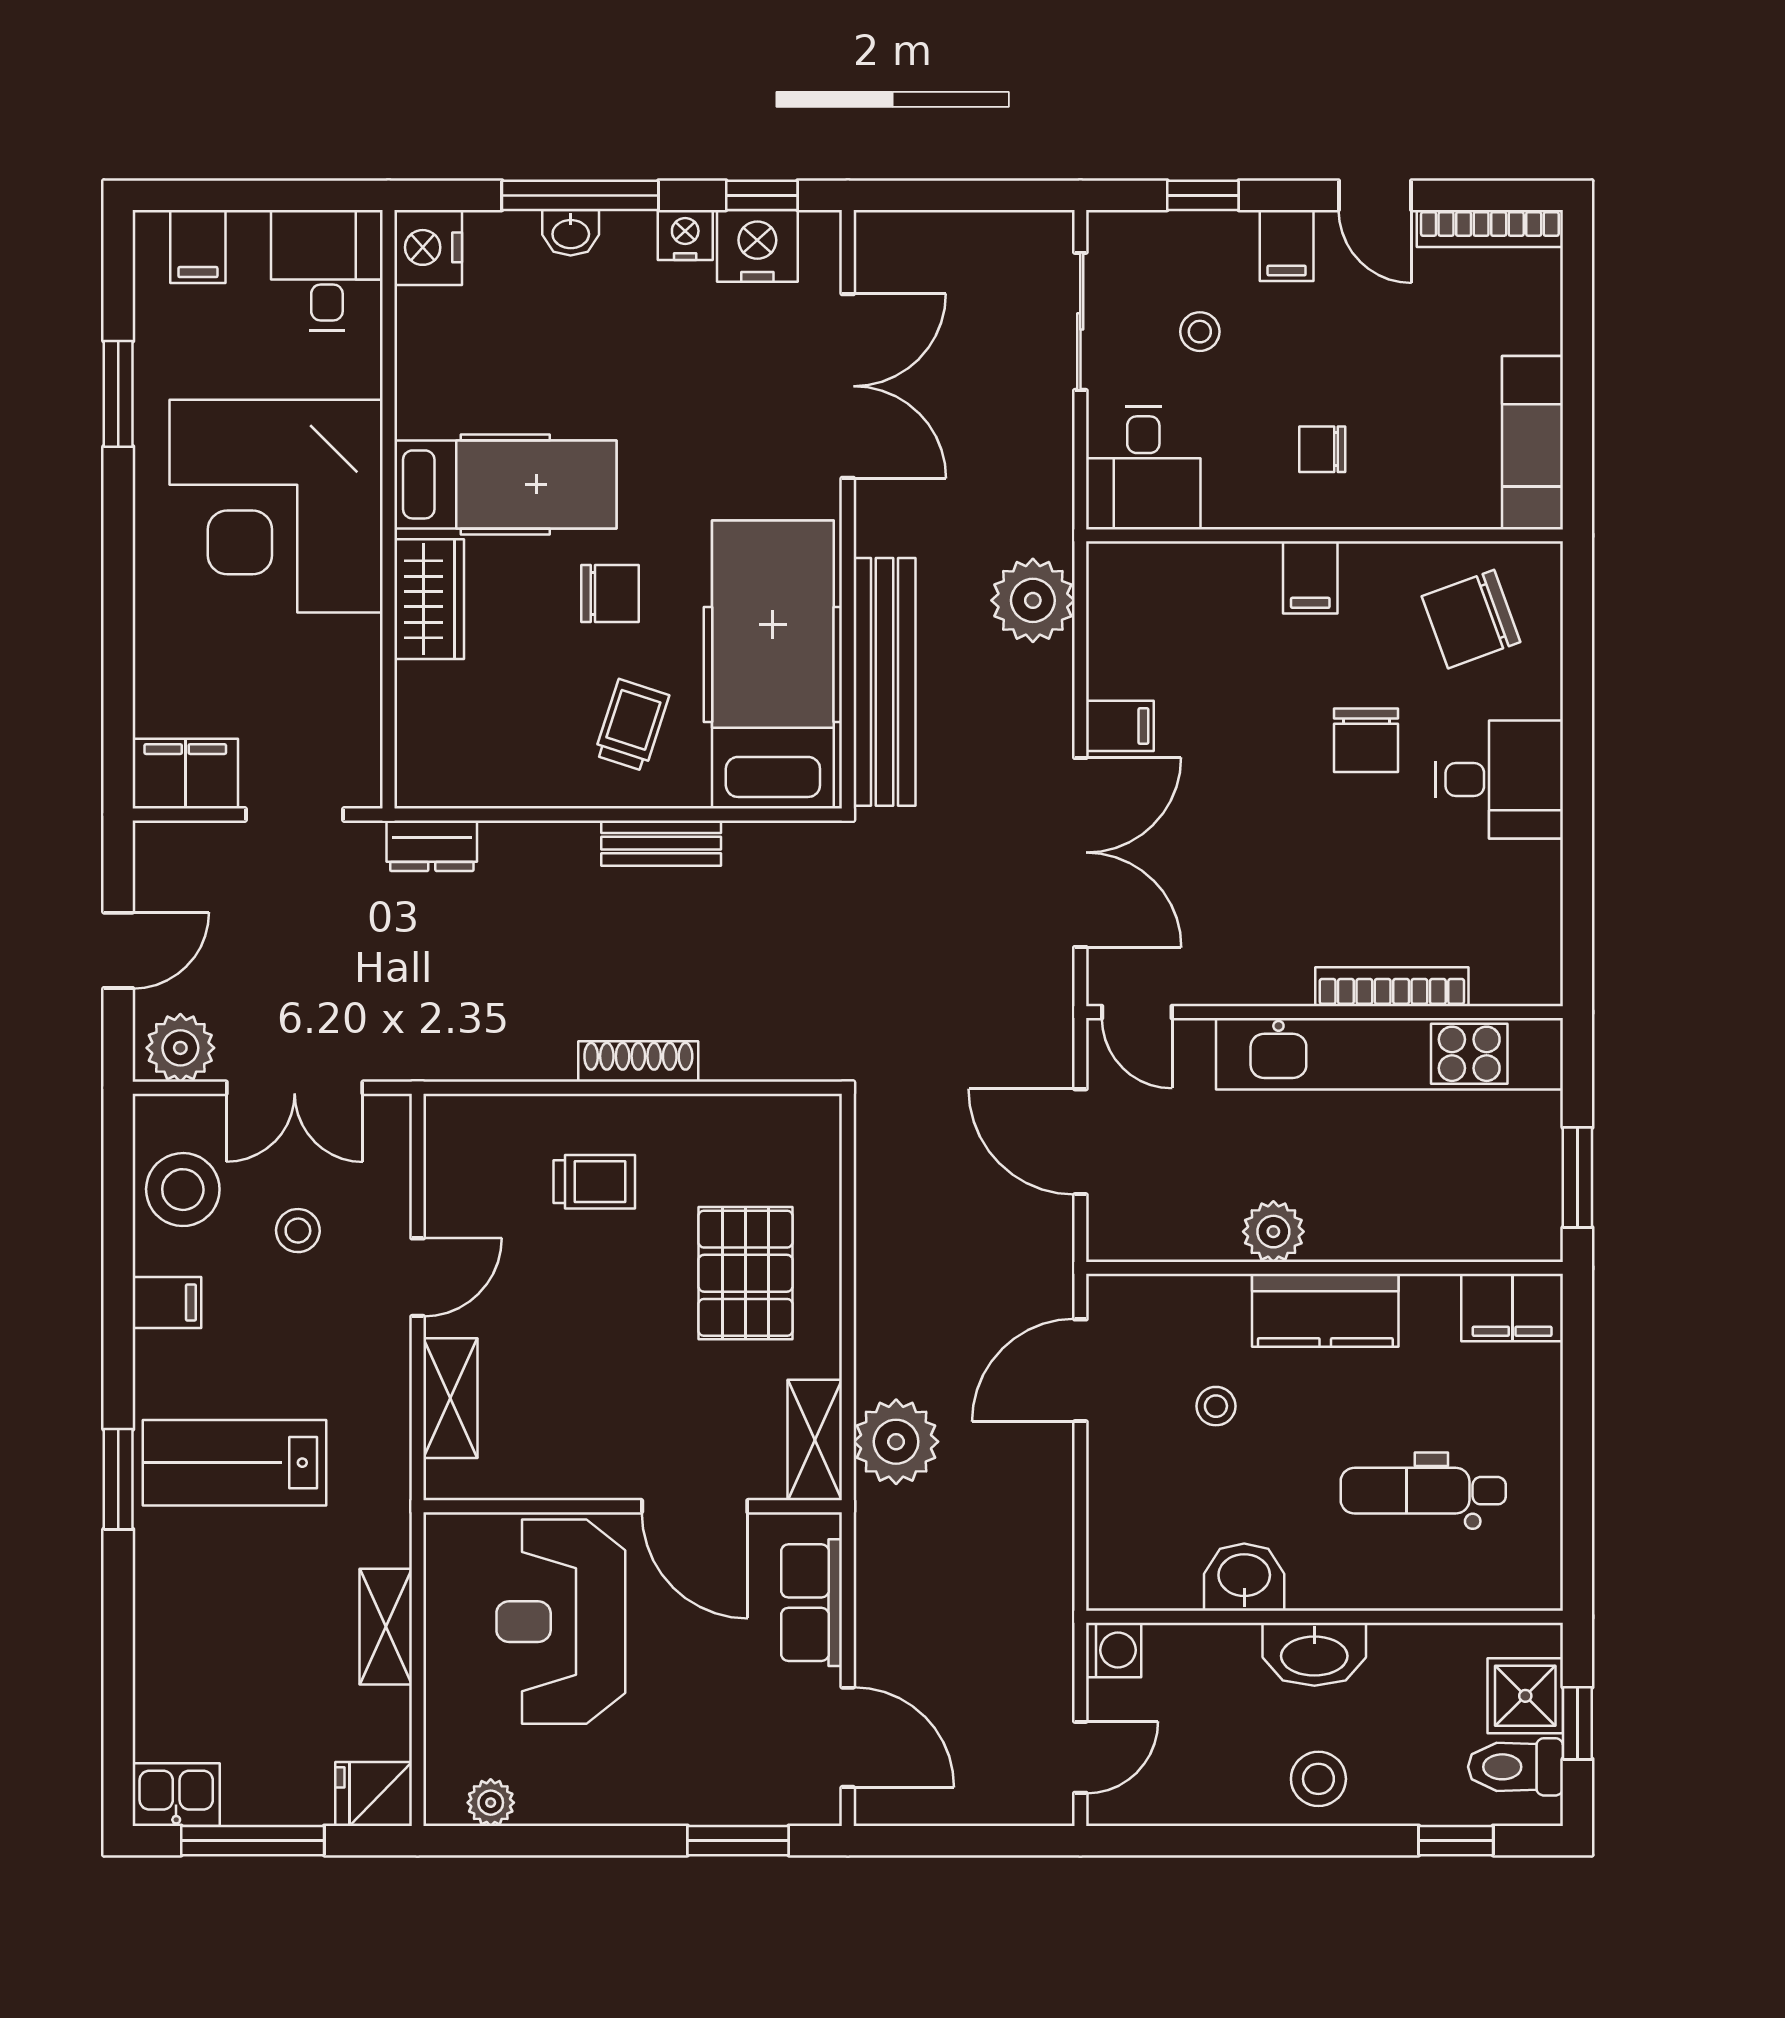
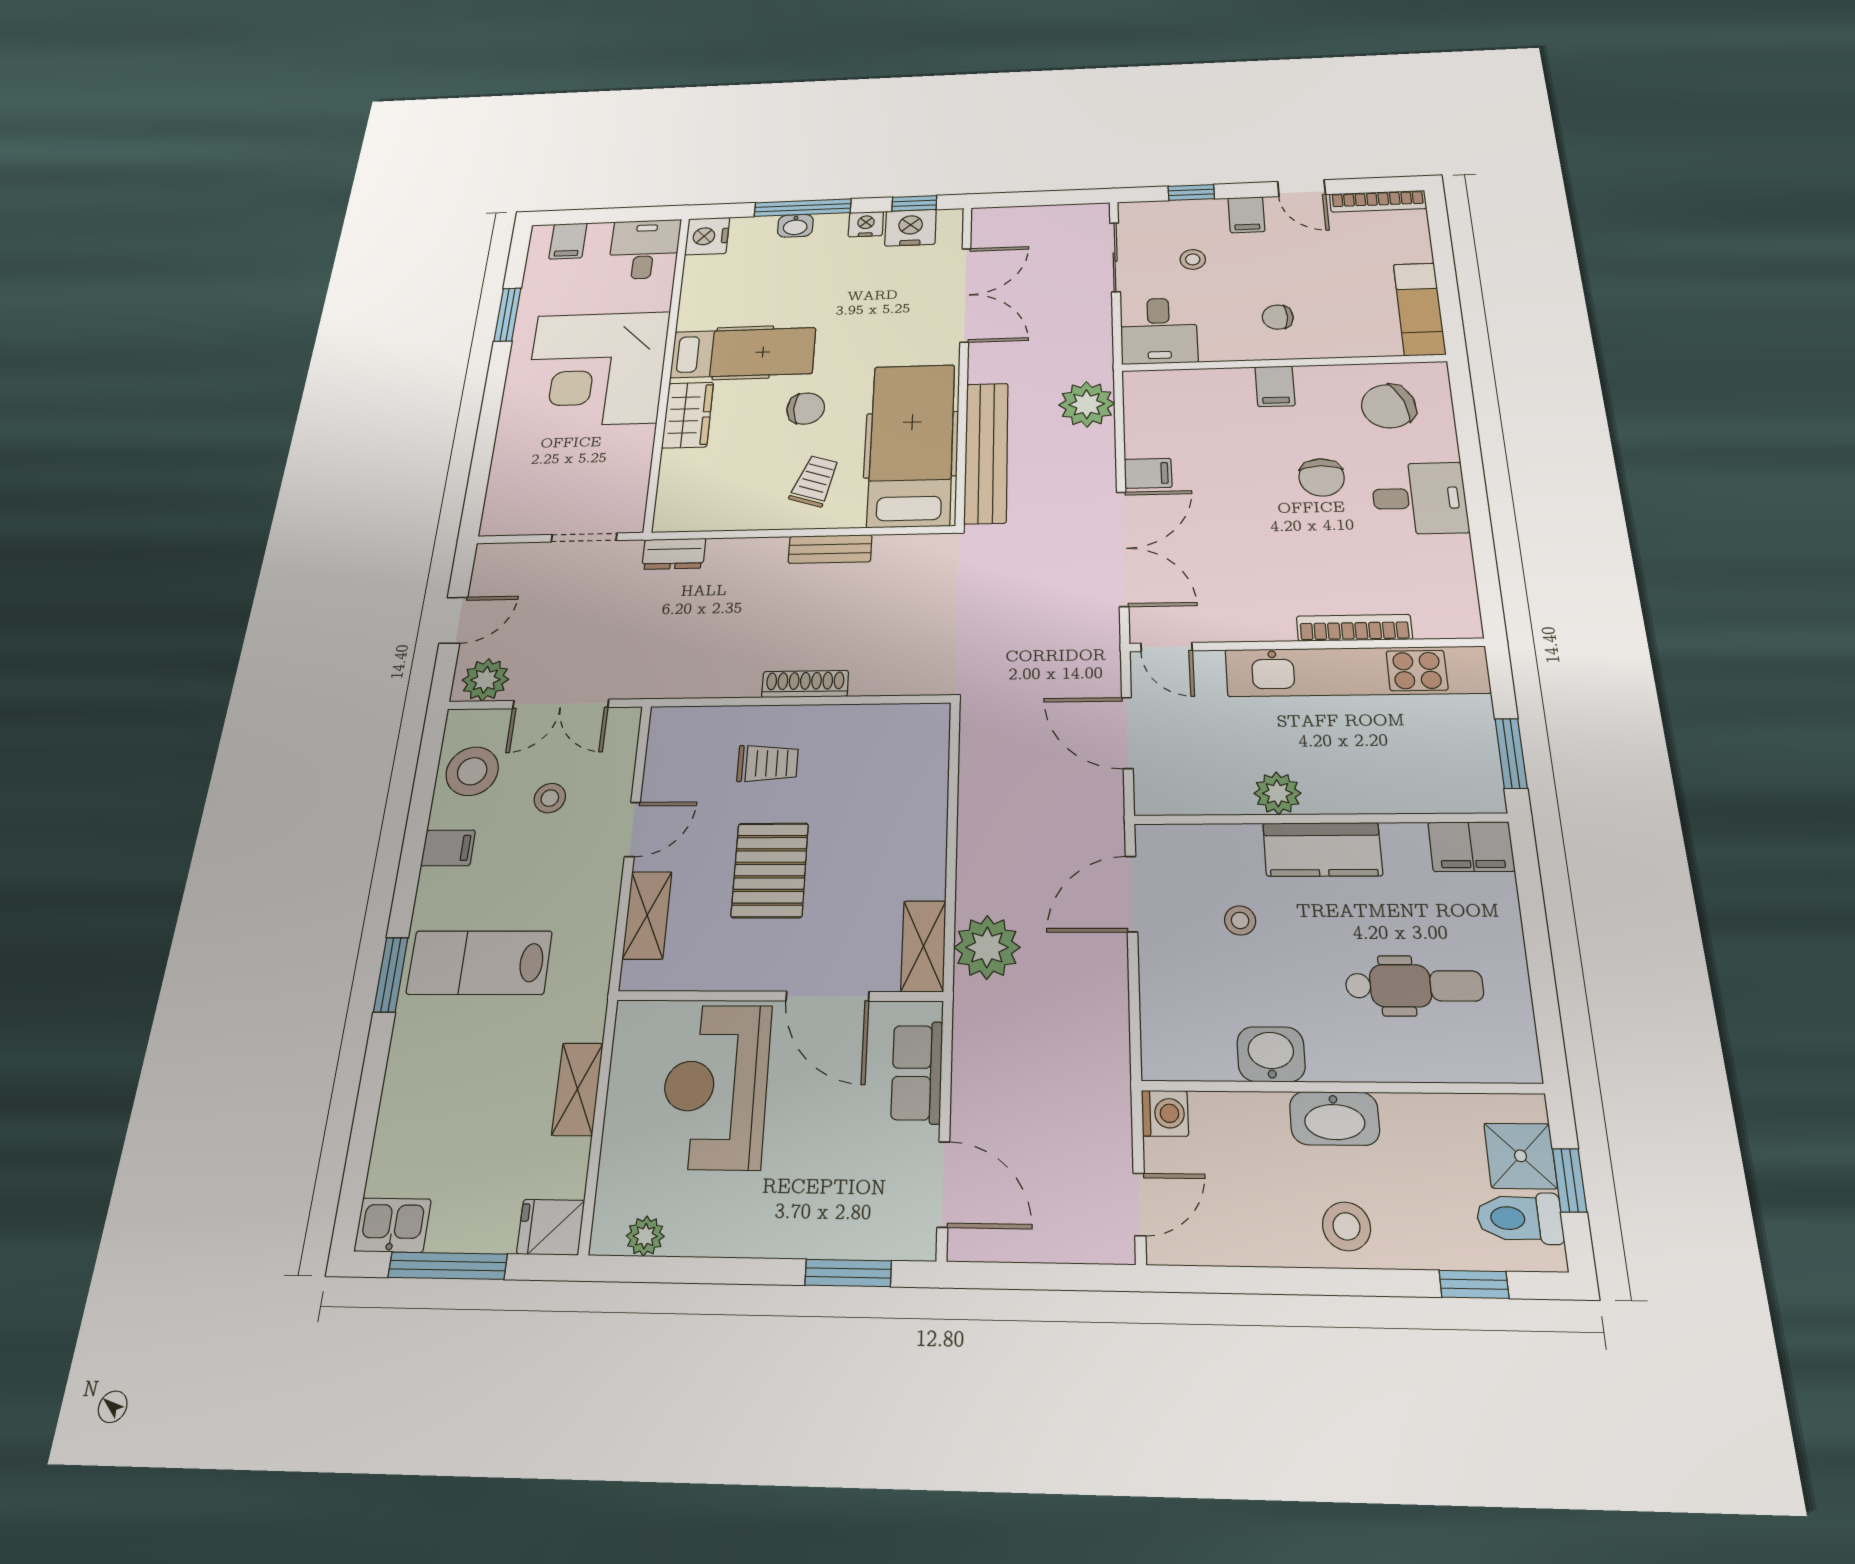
filing cabinet: (185, 774) -> (516, 516), removed
pallet: (745, 1273) -> (770, 870), moved
dental chair: (1423, 1491) -> (1414, 986), turned 180

